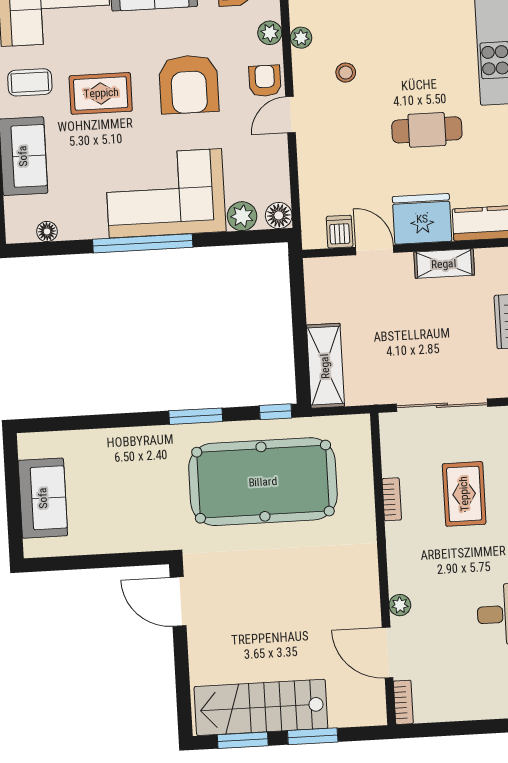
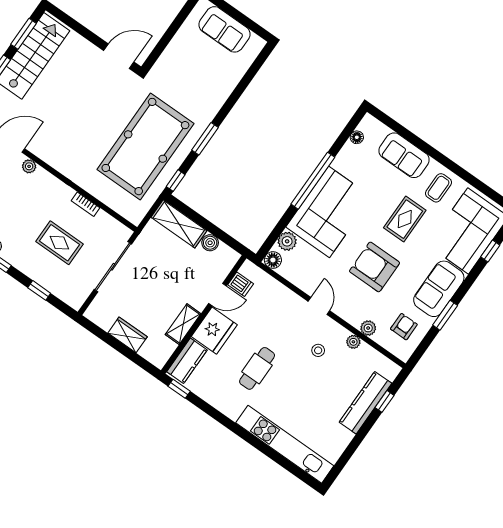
armchair: (265, 81) -> (346, 307), removed
boiler: (318, 309) -> (210, 243), added

